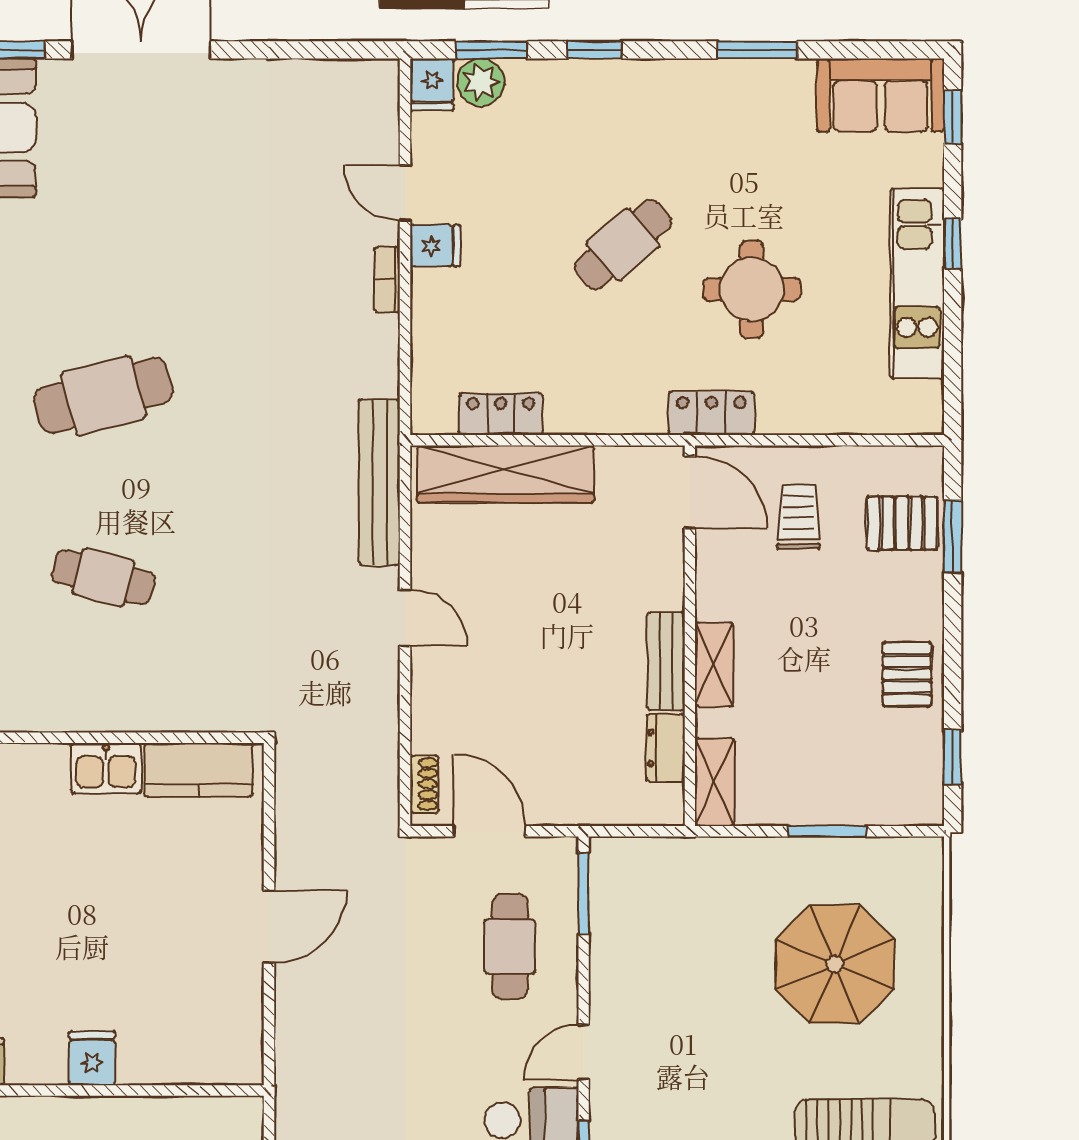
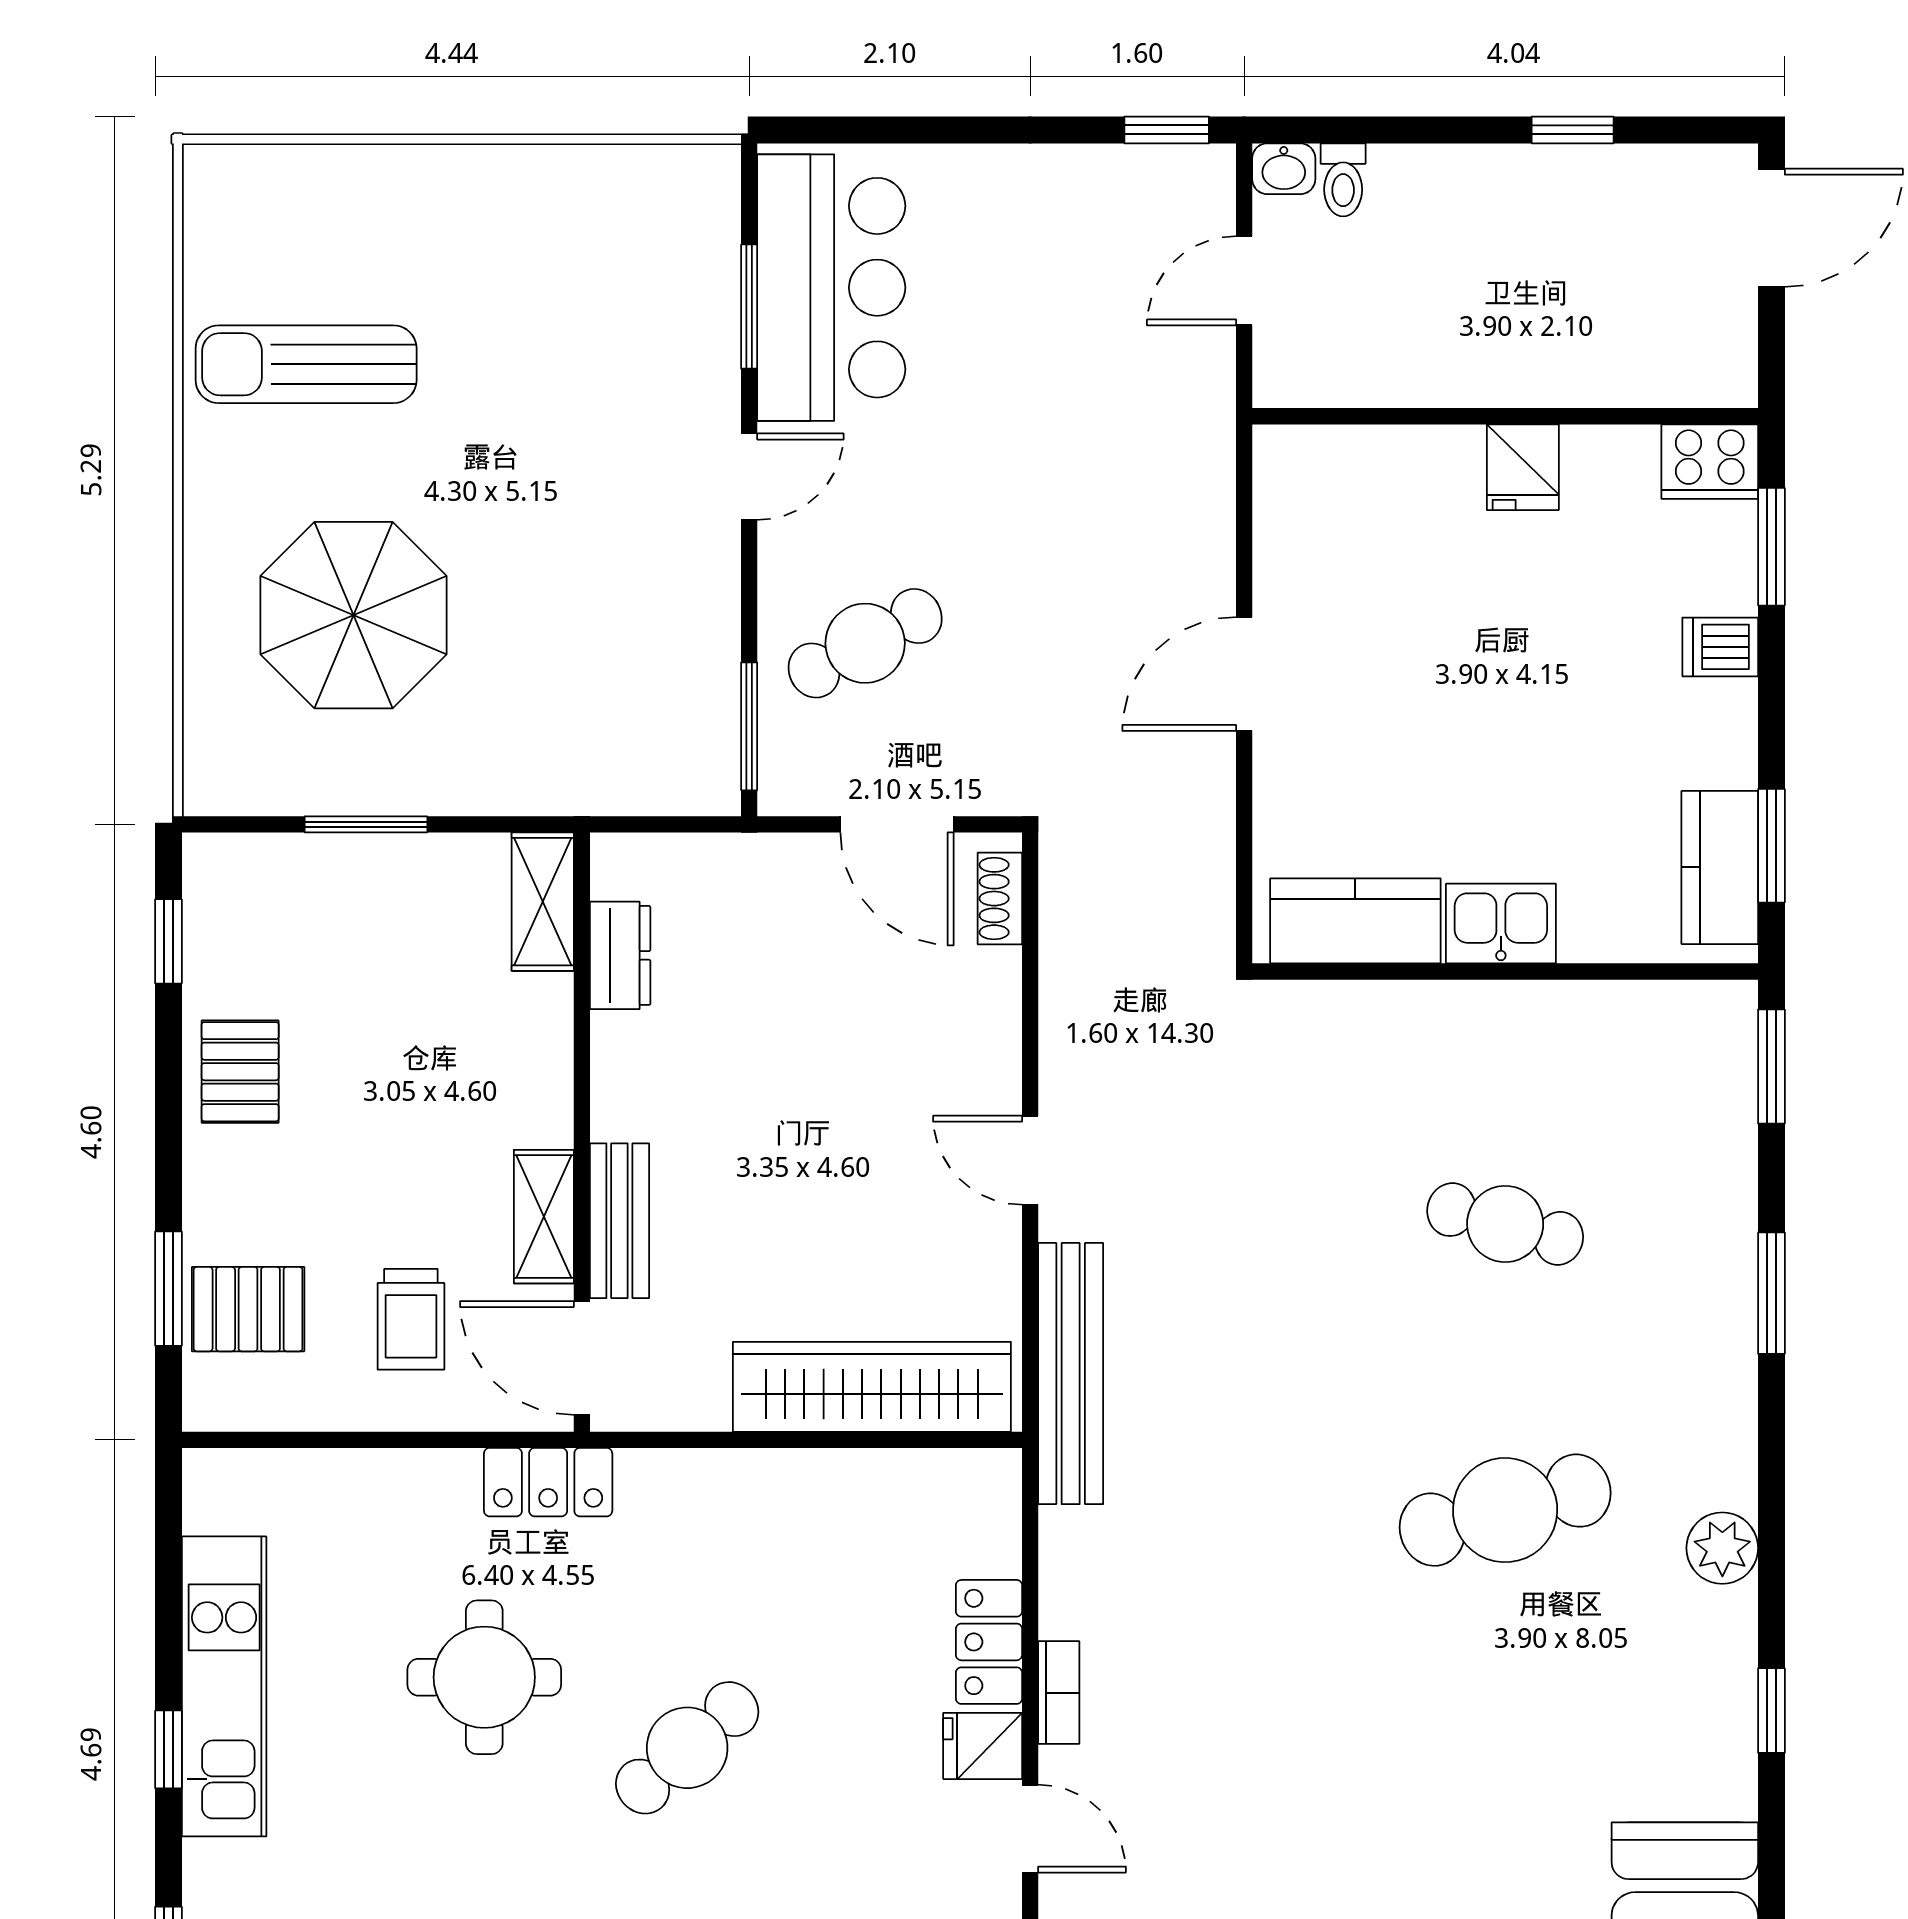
locker: (501, 414) -> (989, 1642), moved, turned 90
bench: (666, 661) -> (619, 1221), moved
shelving: (714, 665) -> (544, 1217), moved
cafe table: (510, 946) -> (865, 643), turned 62

